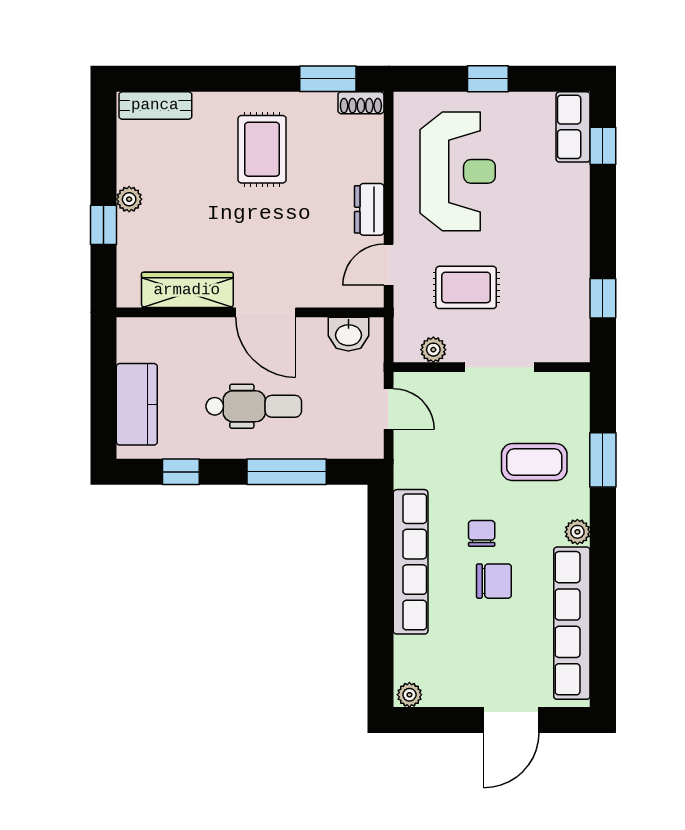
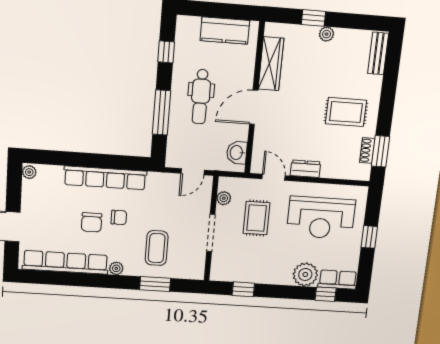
shoe rack: (361, 103) -> (367, 150), moved
plant: (567, 188) -> (305, 274), added
kitchen counter: (137, 404) -> (225, 31), moved

